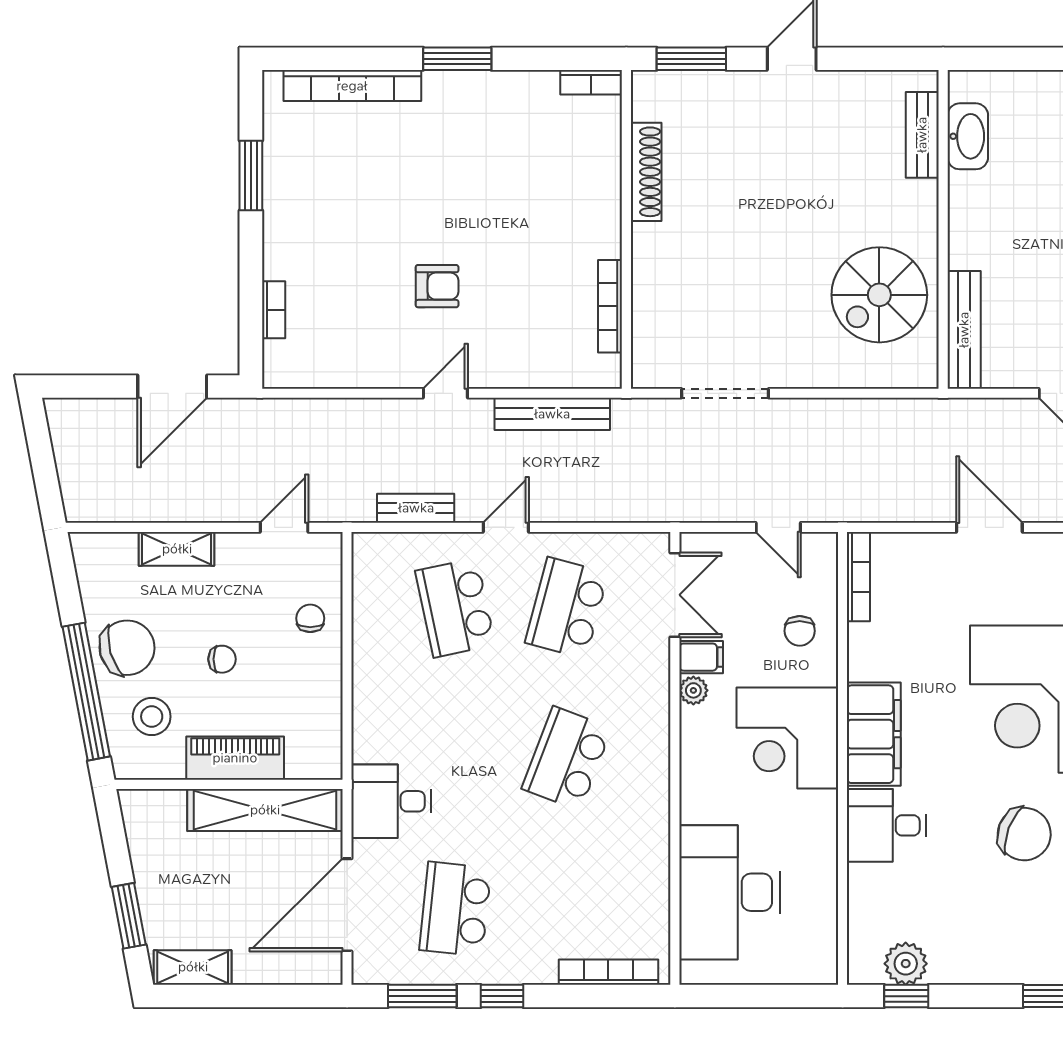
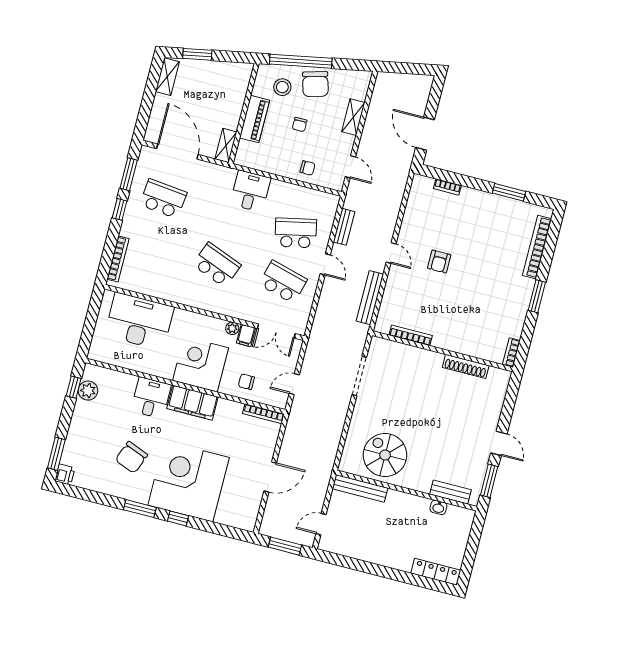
window: (691, 59) -> (489, 481), moved
washbasin: (968, 136) -> (438, 507), width x0.52, depth x0.69
desk: (391, 801) -> (250, 191), moved
shelving: (265, 810) -> (226, 145), width x0.45, depth x0.75

